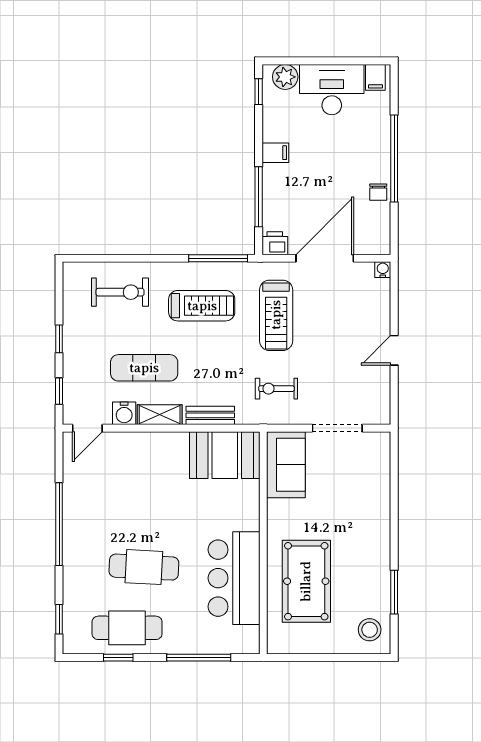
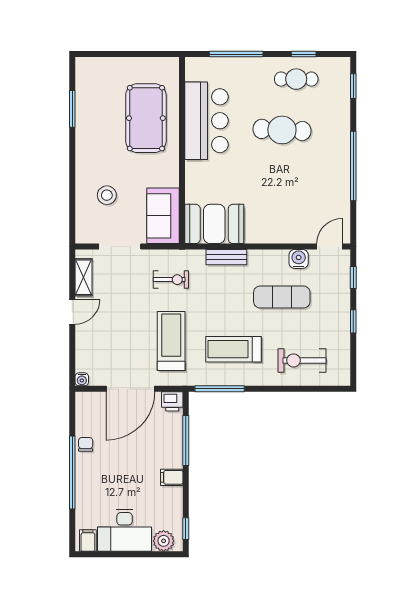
shelving: (160, 415) -> (84, 277), moved, turned 90
cafe table: (127, 628) -> (296, 79), width x0.73, depth x0.74
stool: (370, 630) -> (107, 195), moved

